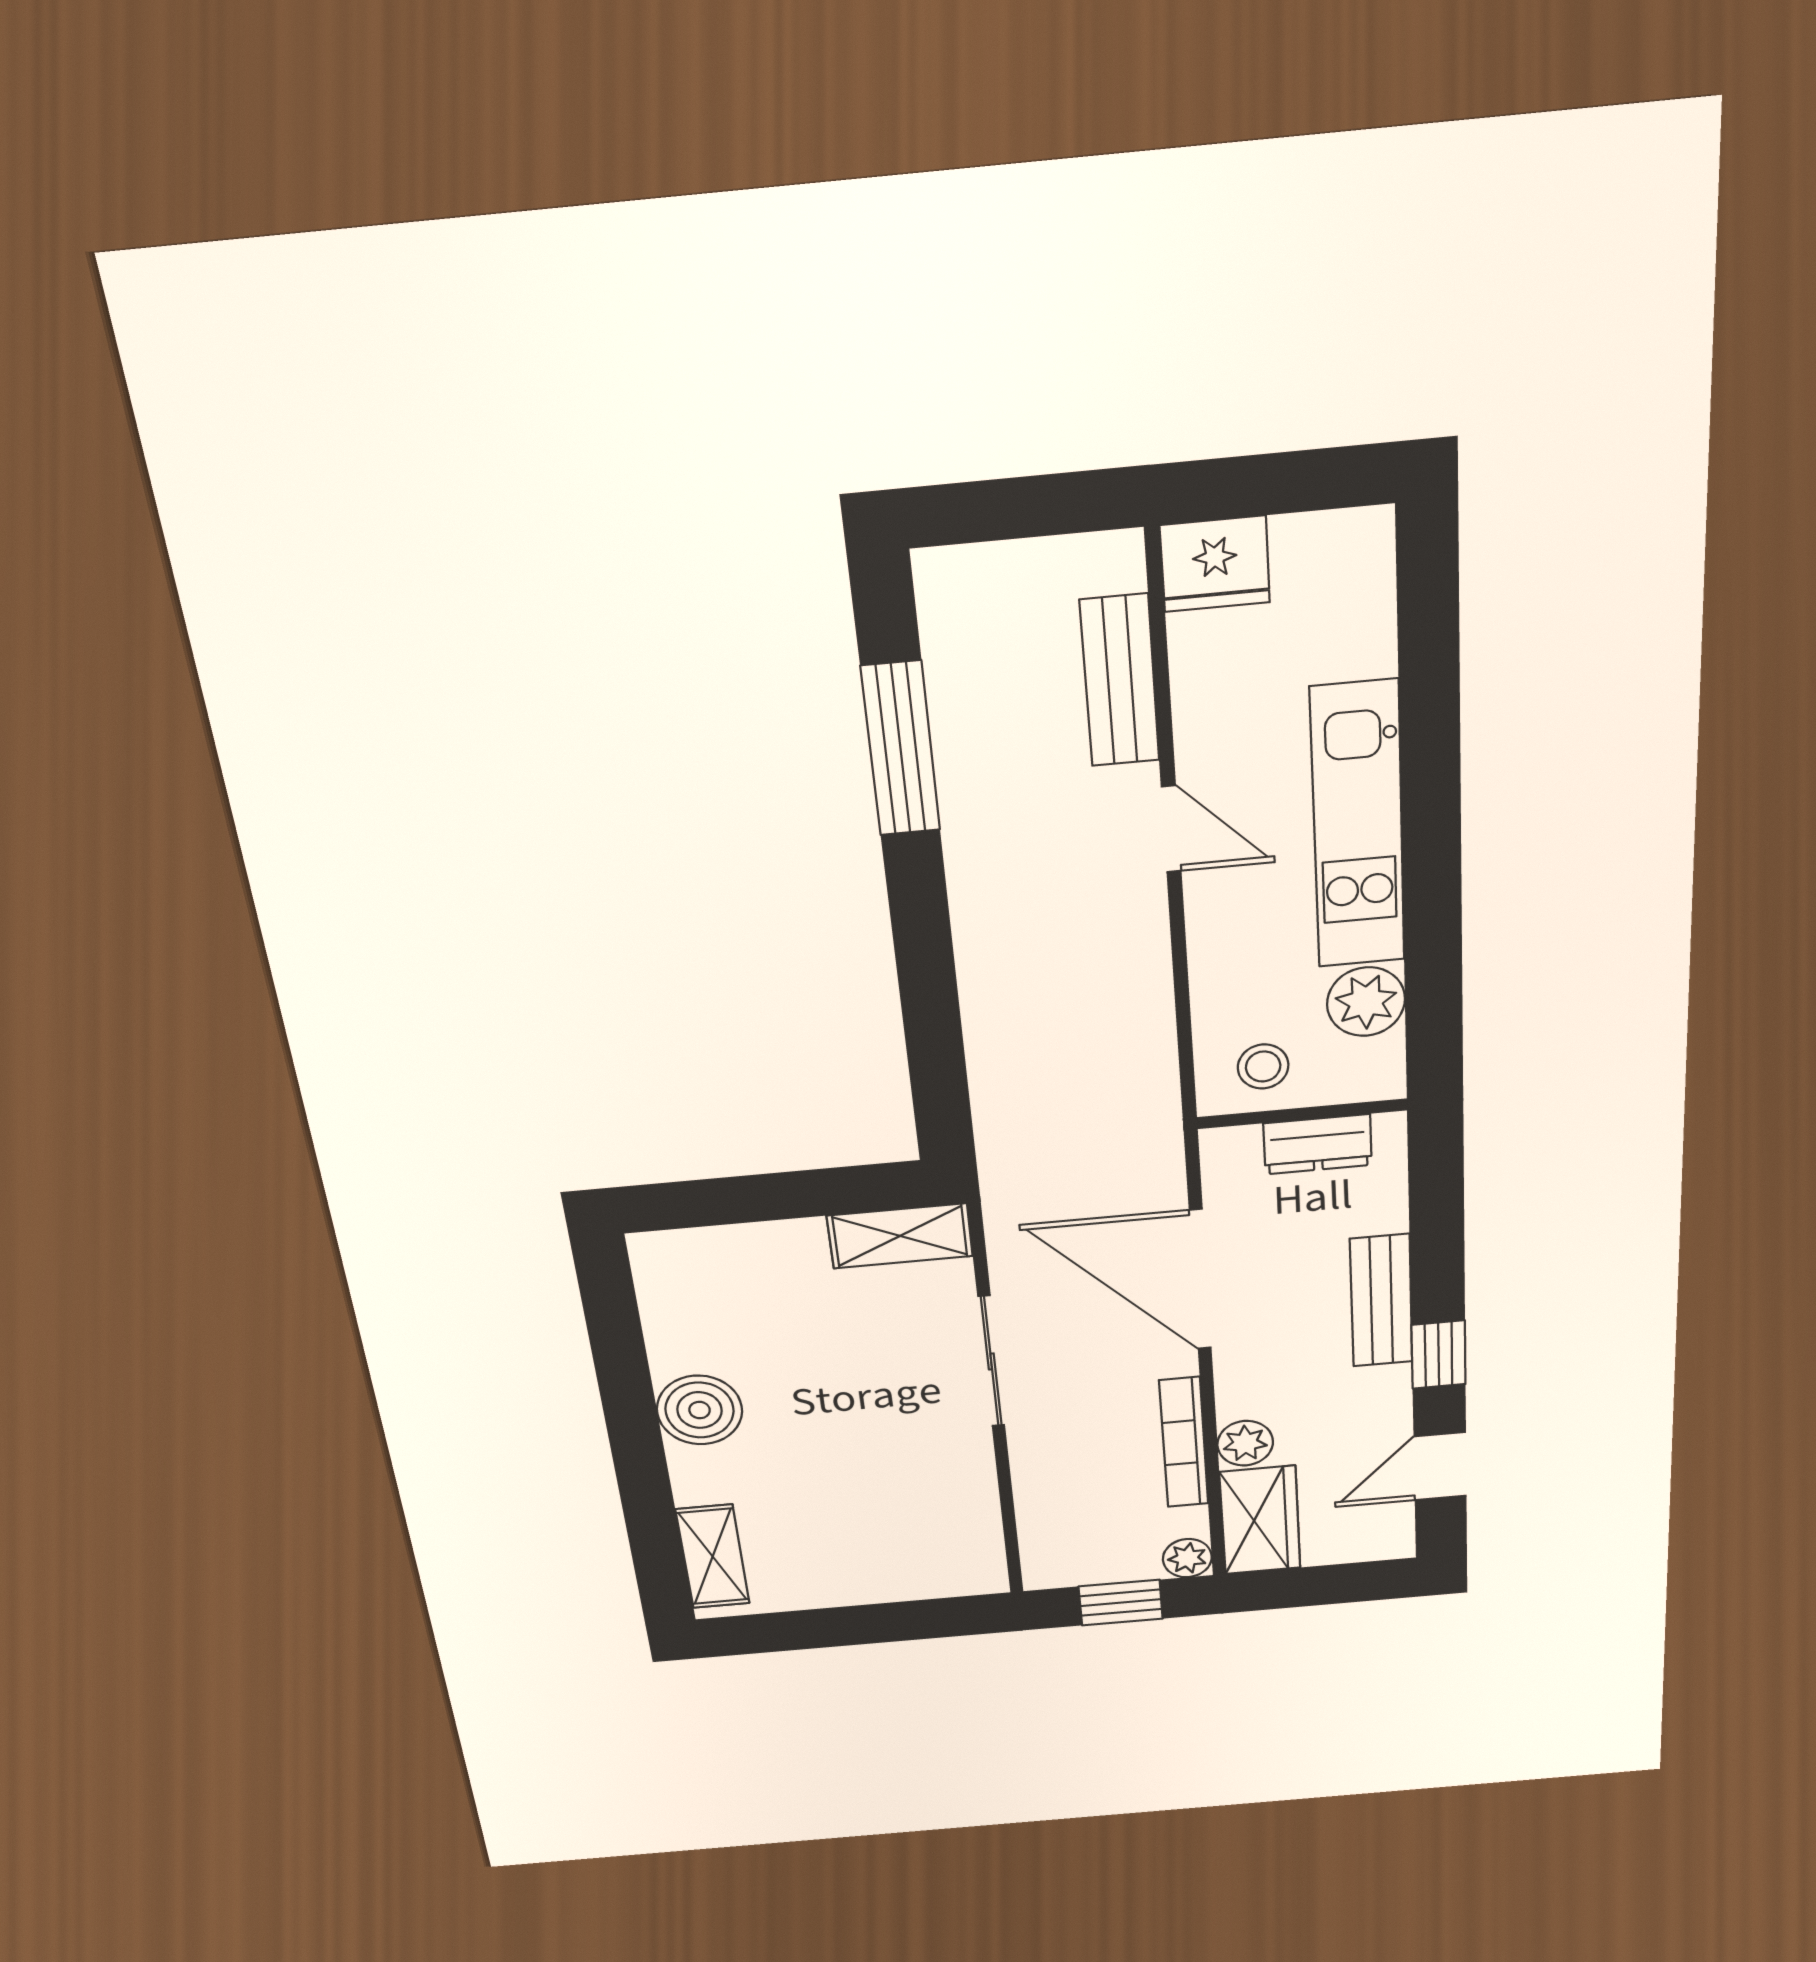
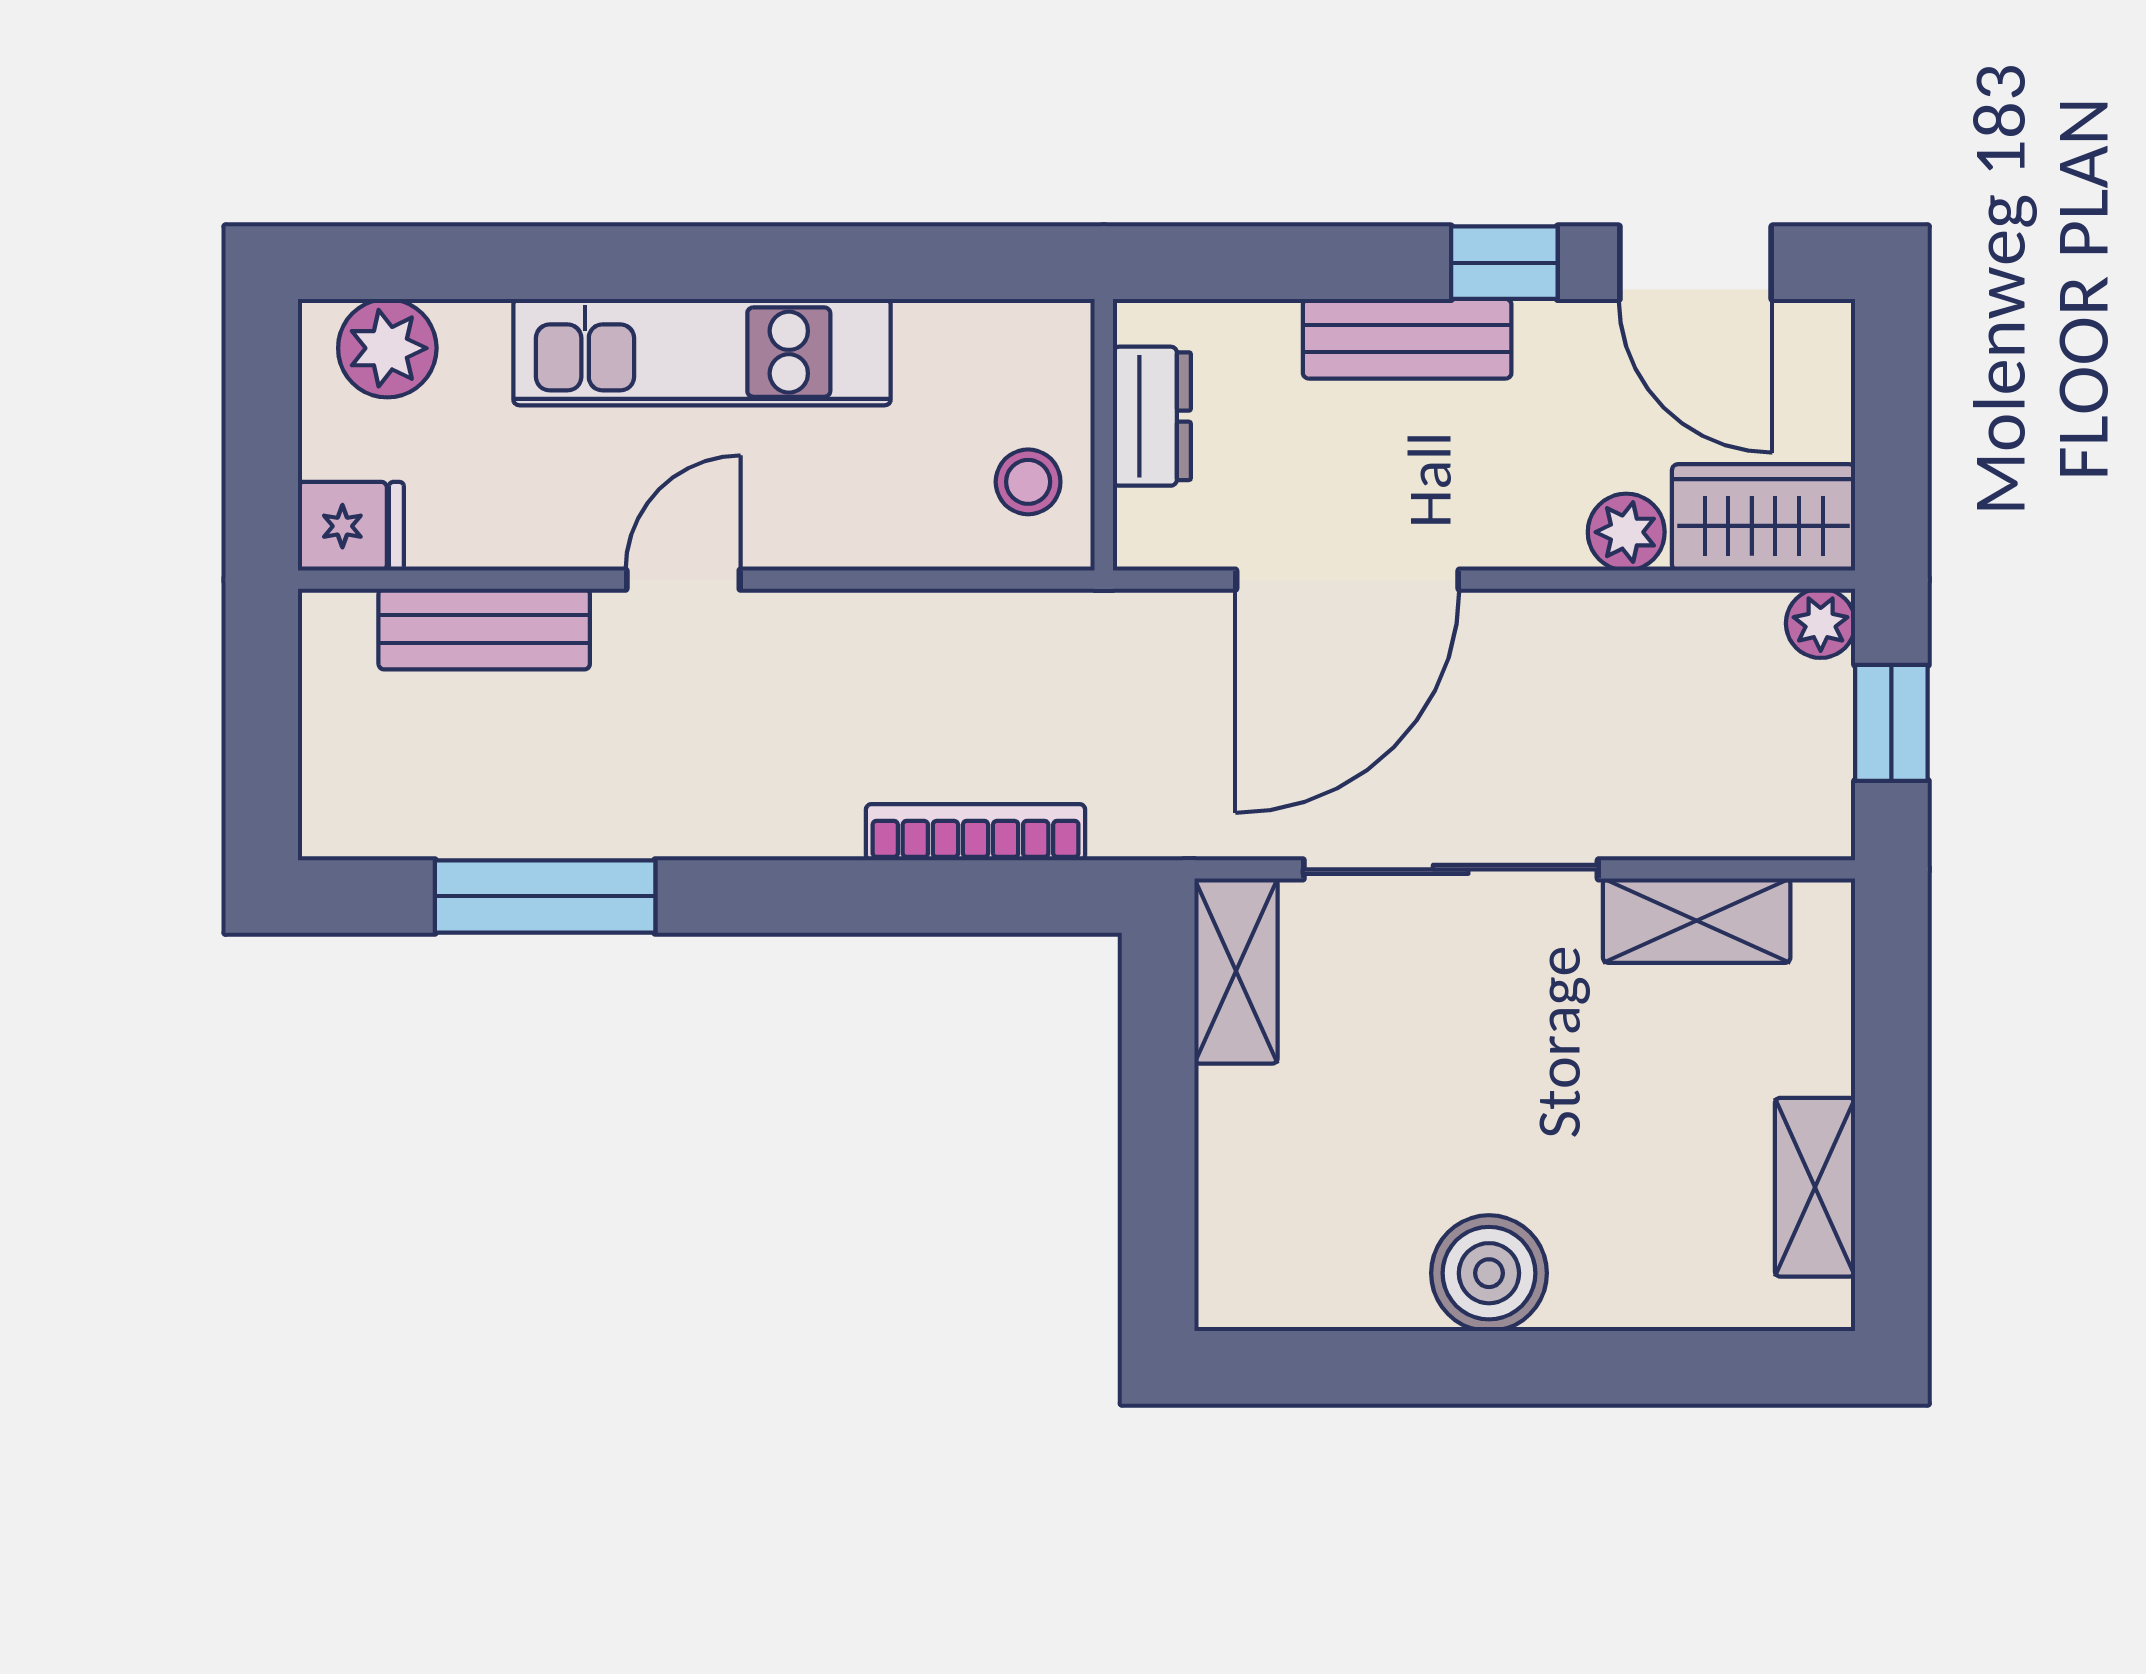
fridge: (1215, 564) -> (351, 526), width x0.72
plant: (1366, 1002) -> (387, 348), moved
sliding door: (991, 1361) -> (1451, 869), width x1.37
bookcase: (1184, 1442) -> (976, 832), moved, turned 180
door: (1440, 1466) -> (1696, 263), width x1.38
shelving: (971, 1507) -> (1697, 921), added
shelving: (713, 1556) -> (1815, 1187), moved, turned 90

